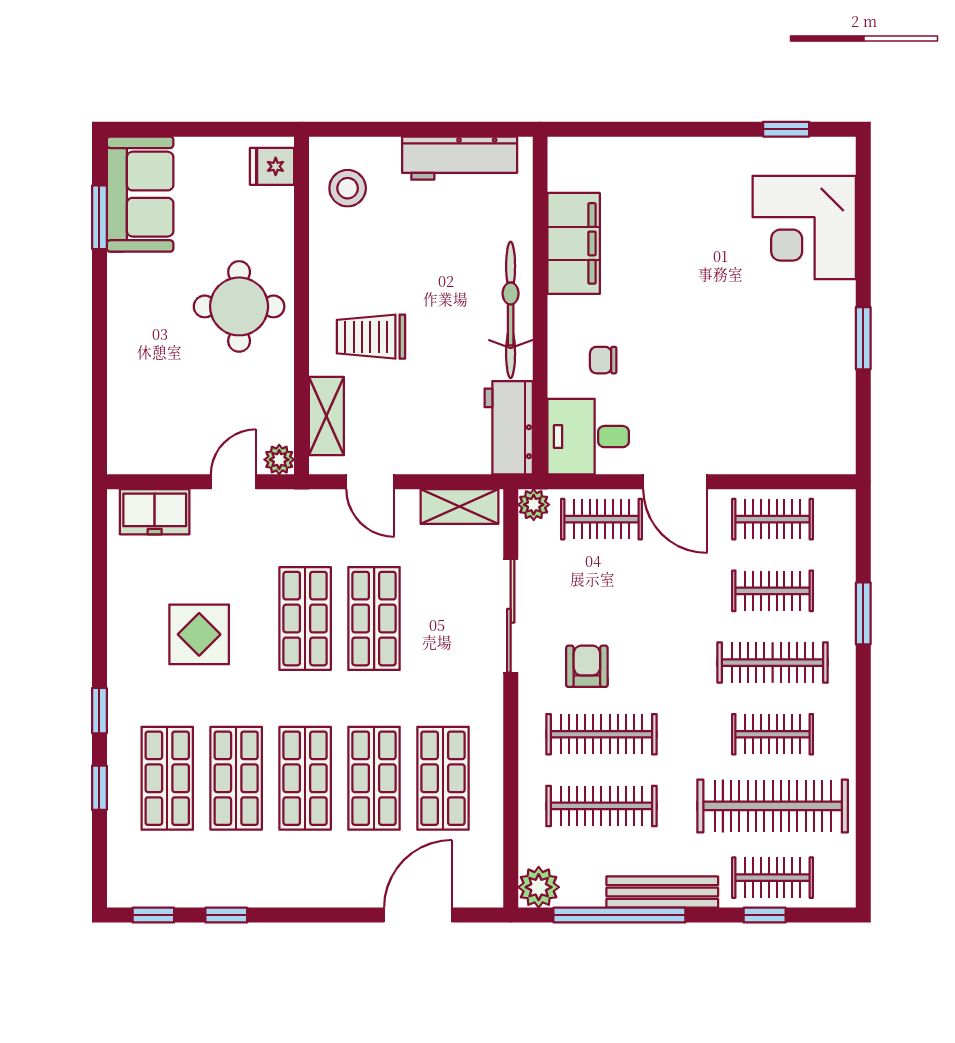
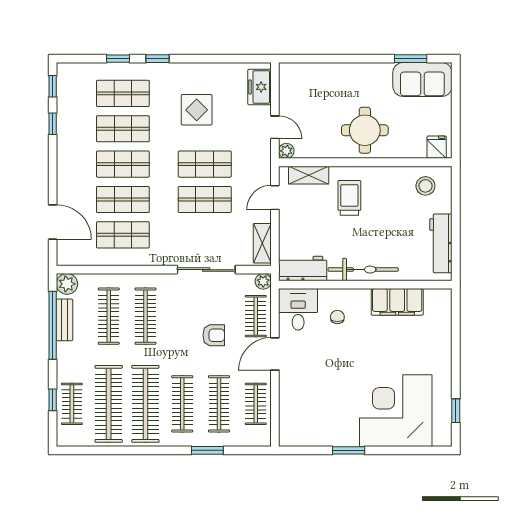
corner desk: (804, 228) -> (396, 411), width x1.36, depth x1.36
clothes rail: (773, 591) -> (219, 404), width x1.36
armchair: (587, 666) -> (214, 335), moved
clothes rail: (773, 734) -> (145, 404), width x1.86, depth x1.31
bench: (662, 892) -> (64, 320), moved, width x0.73

